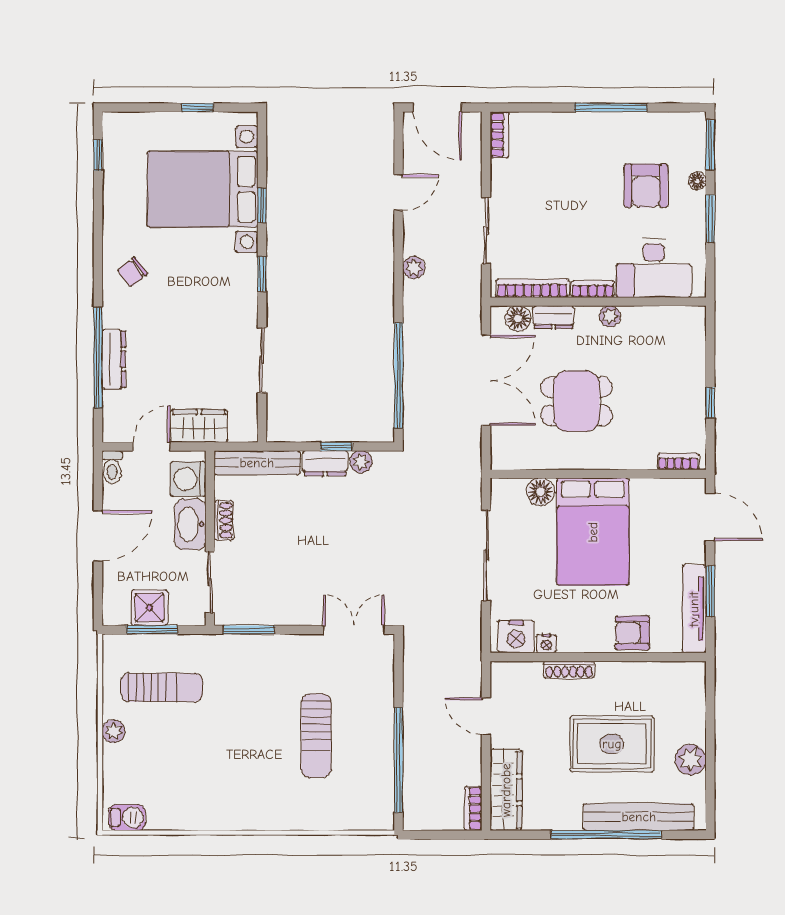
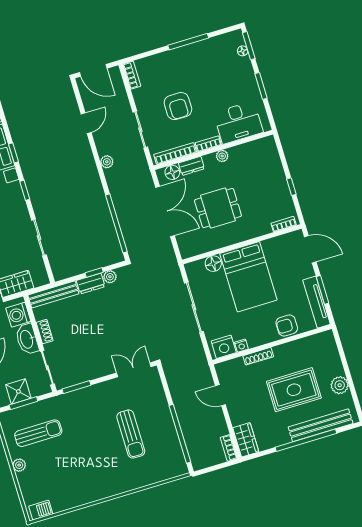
floor lamp: (697, 181) -> (243, 51), moved
armchair: (646, 186) -> (178, 106), moved
wardrobe: (506, 790) -> (246, 440), width x0.67

